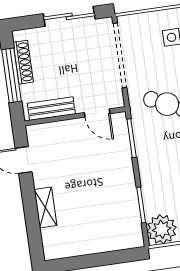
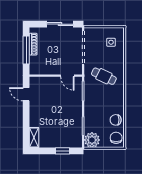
bench: (51, 109) -> (44, 70), removed
shelving: (45, 207) -> (34, 138), moved
window: (109, 258) -> (63, 151), added

